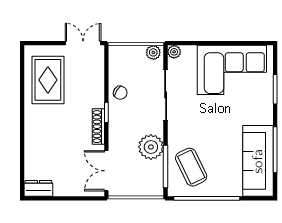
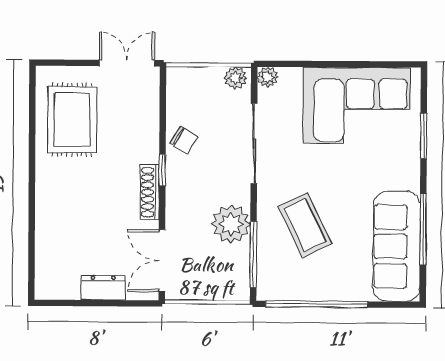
coffee table: (191, 167) -> (305, 225), moved
dresser: (38, 188) -> (103, 287), moved

